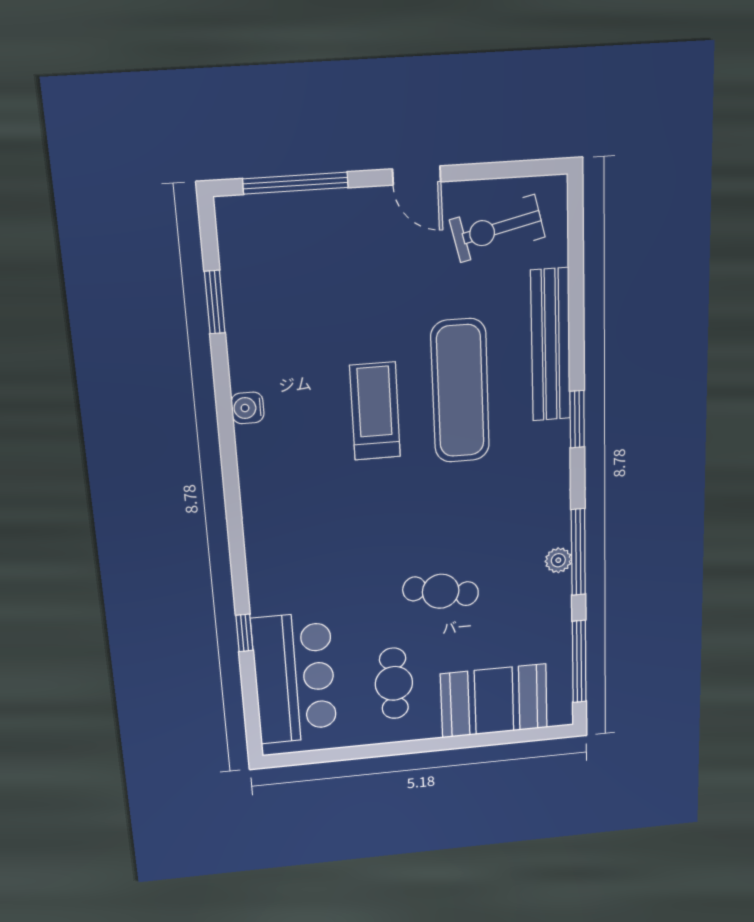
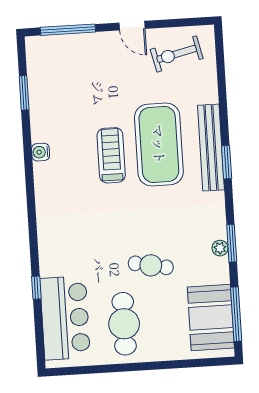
bench: (551, 345) -> (211, 148), moved
exercise mat: (460, 391) -> (159, 144), width x1.47
window: (578, 552) -> (232, 243), width x0.69
cafe table: (394, 683) -> (124, 324), width x1.37, depth x1.35
booth: (494, 701) -> (211, 318), moved, turned 90

